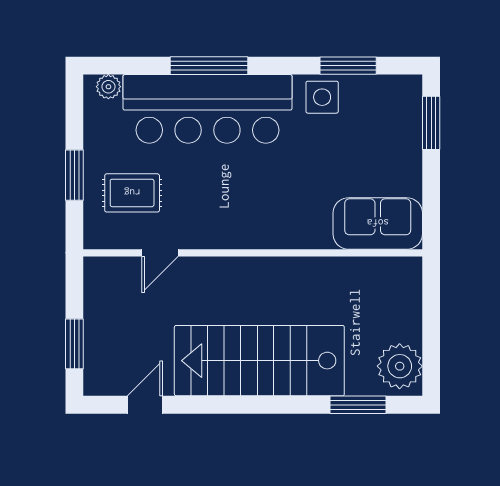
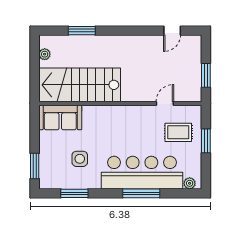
side table: (322, 97) -> (80, 159), moved
window: (74, 344) -> (206, 75), moved
stairs: (259, 361) -> (80, 85), moved, turned 180
plant: (400, 366) -> (45, 54), width x0.53, depth x0.53
window: (358, 405) -> (82, 31), moved

